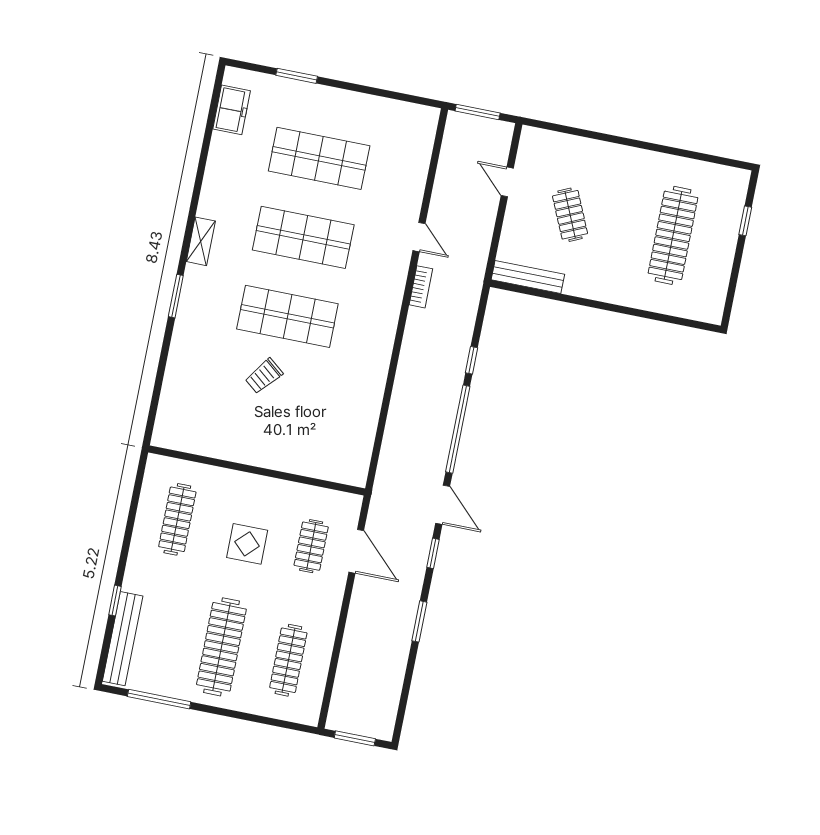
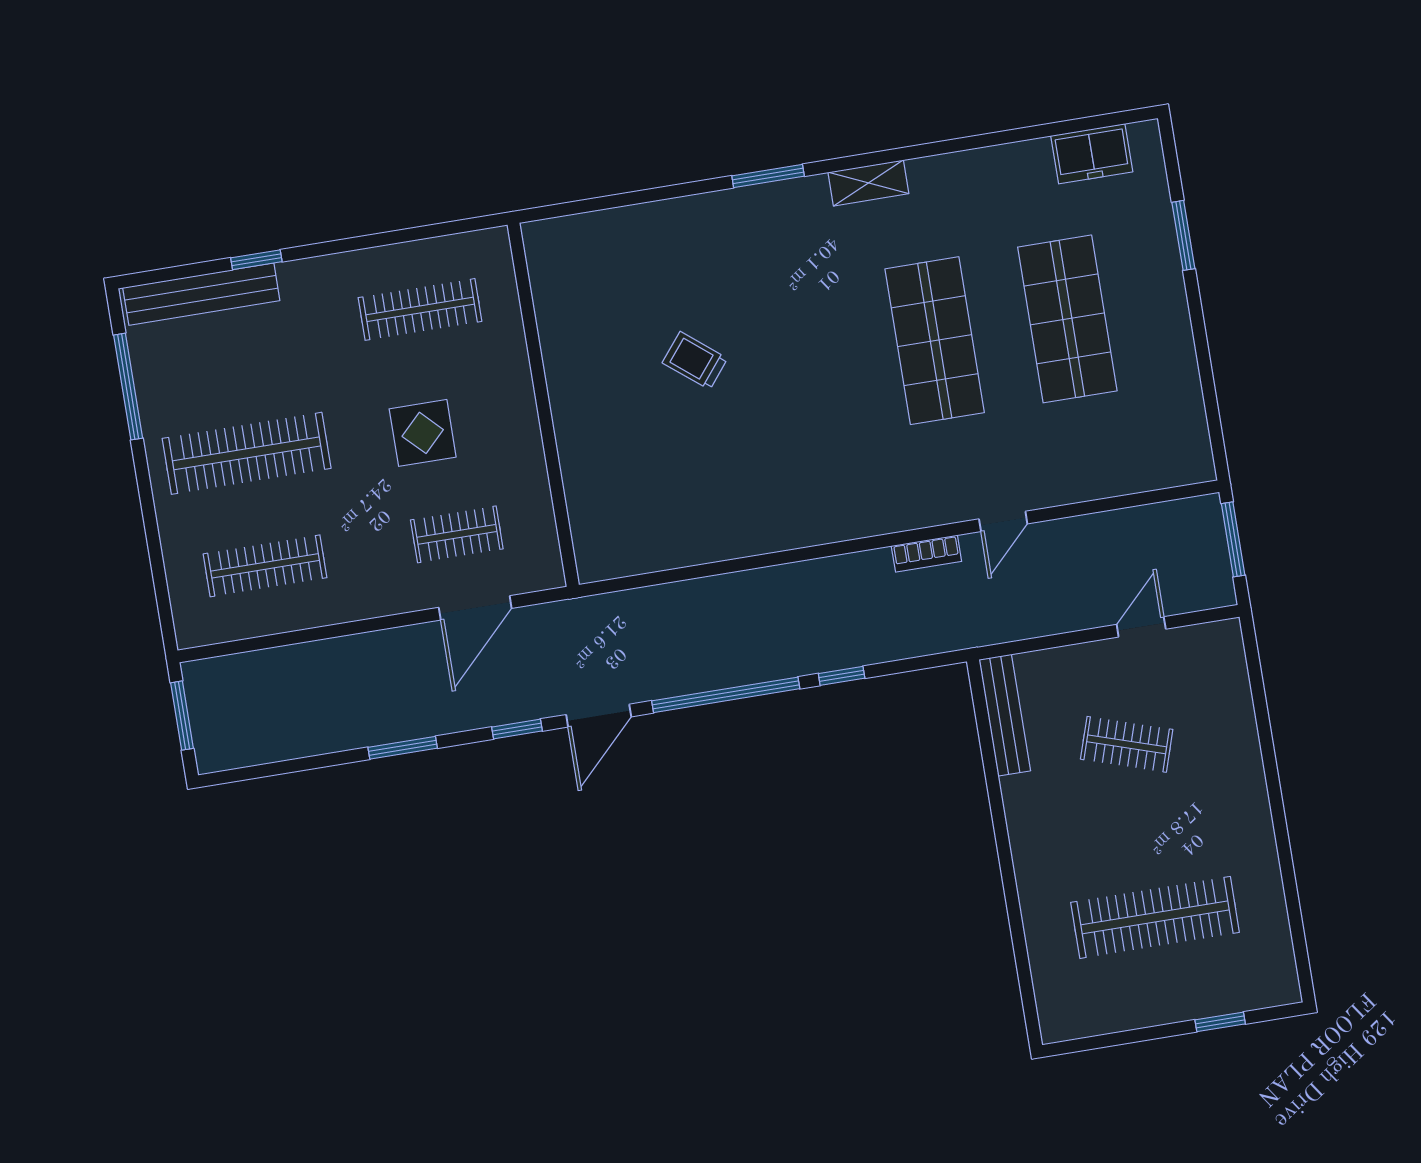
clothes rail: (570, 215) -> (1127, 744), turned 42
shop shelf: (287, 316) -> (802, 362), removed

